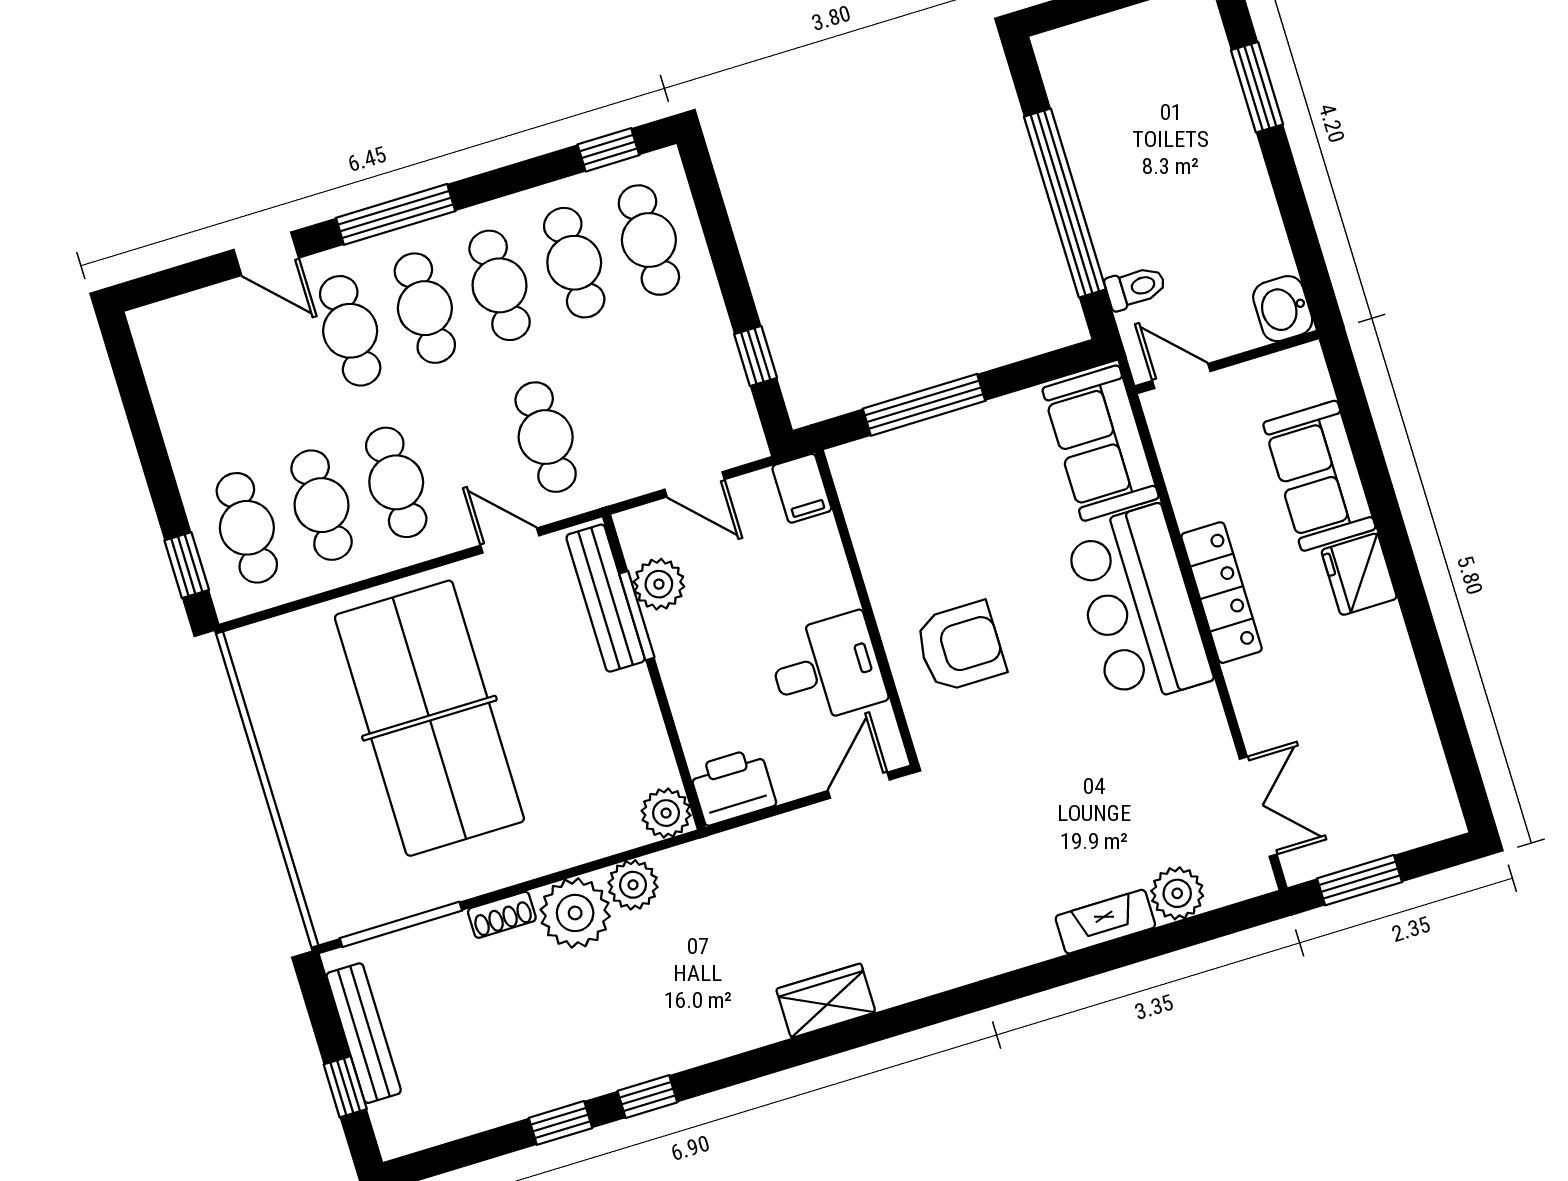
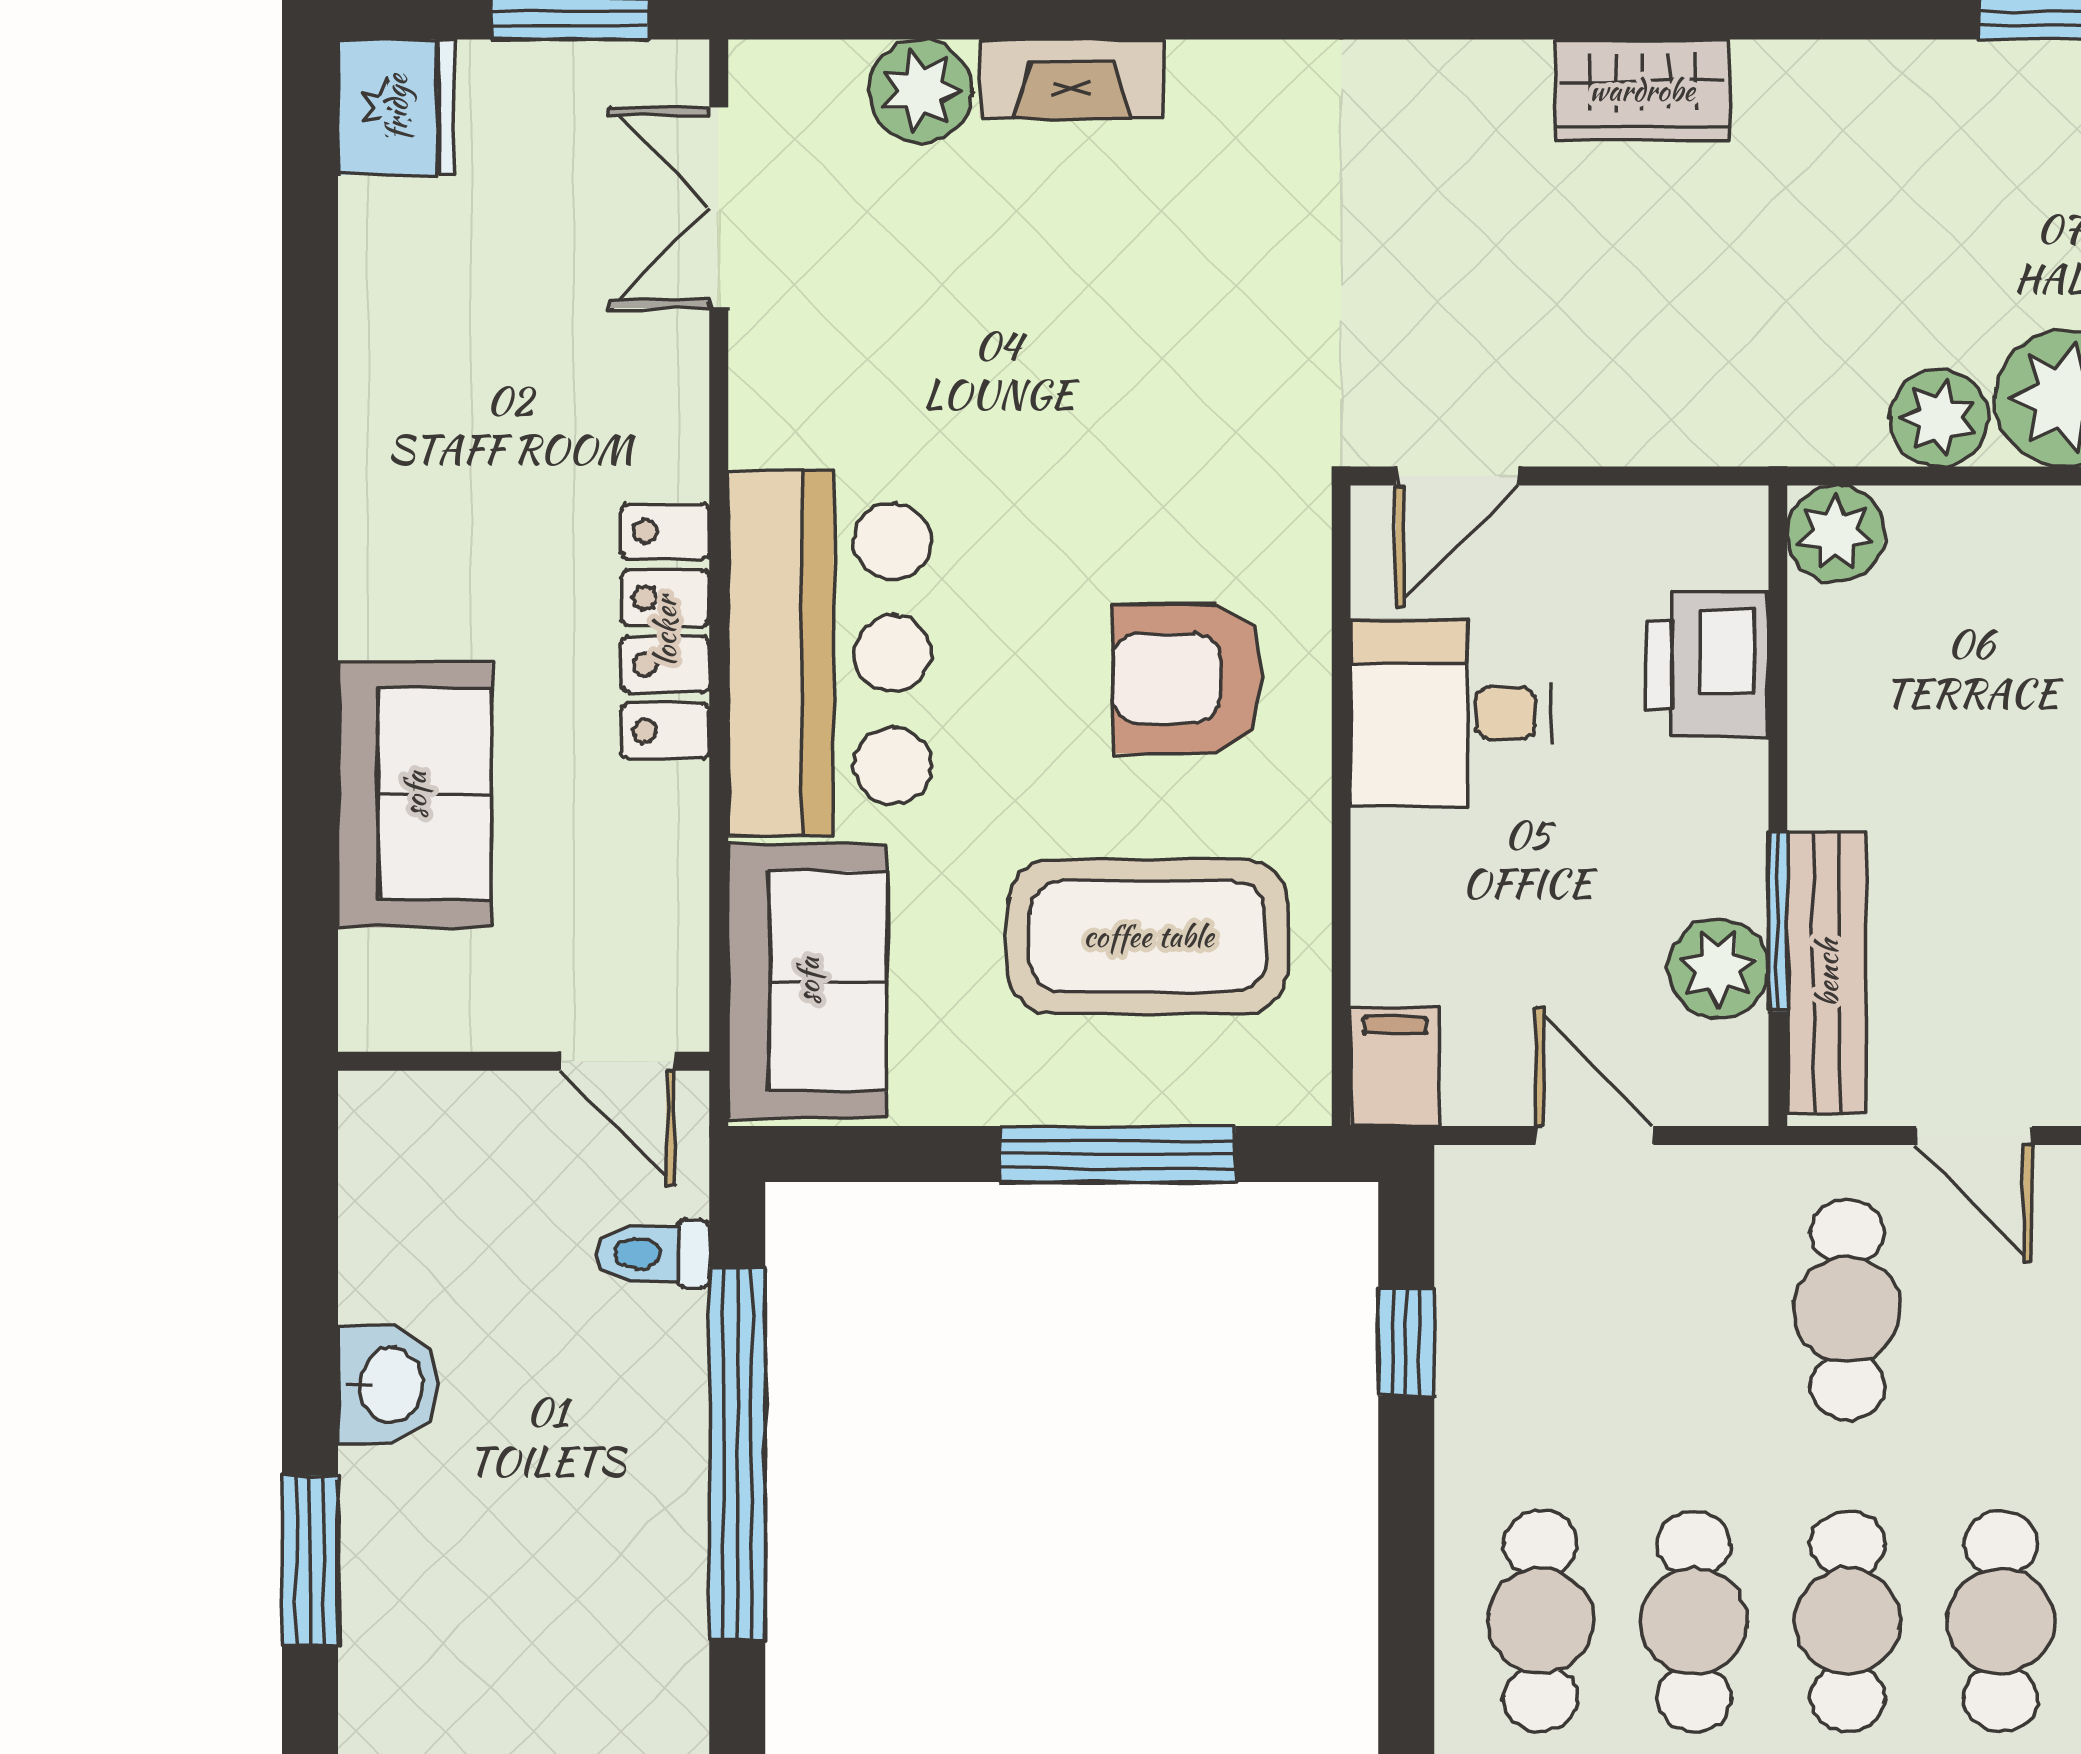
washbasin: (1283, 309) -> (388, 1385), moved
coffee table: (942, 515) -> (1148, 936), added
fridge: (1359, 574) -> (396, 107), moved
printer: (733, 786) -> (1708, 665), moved, turned 90

